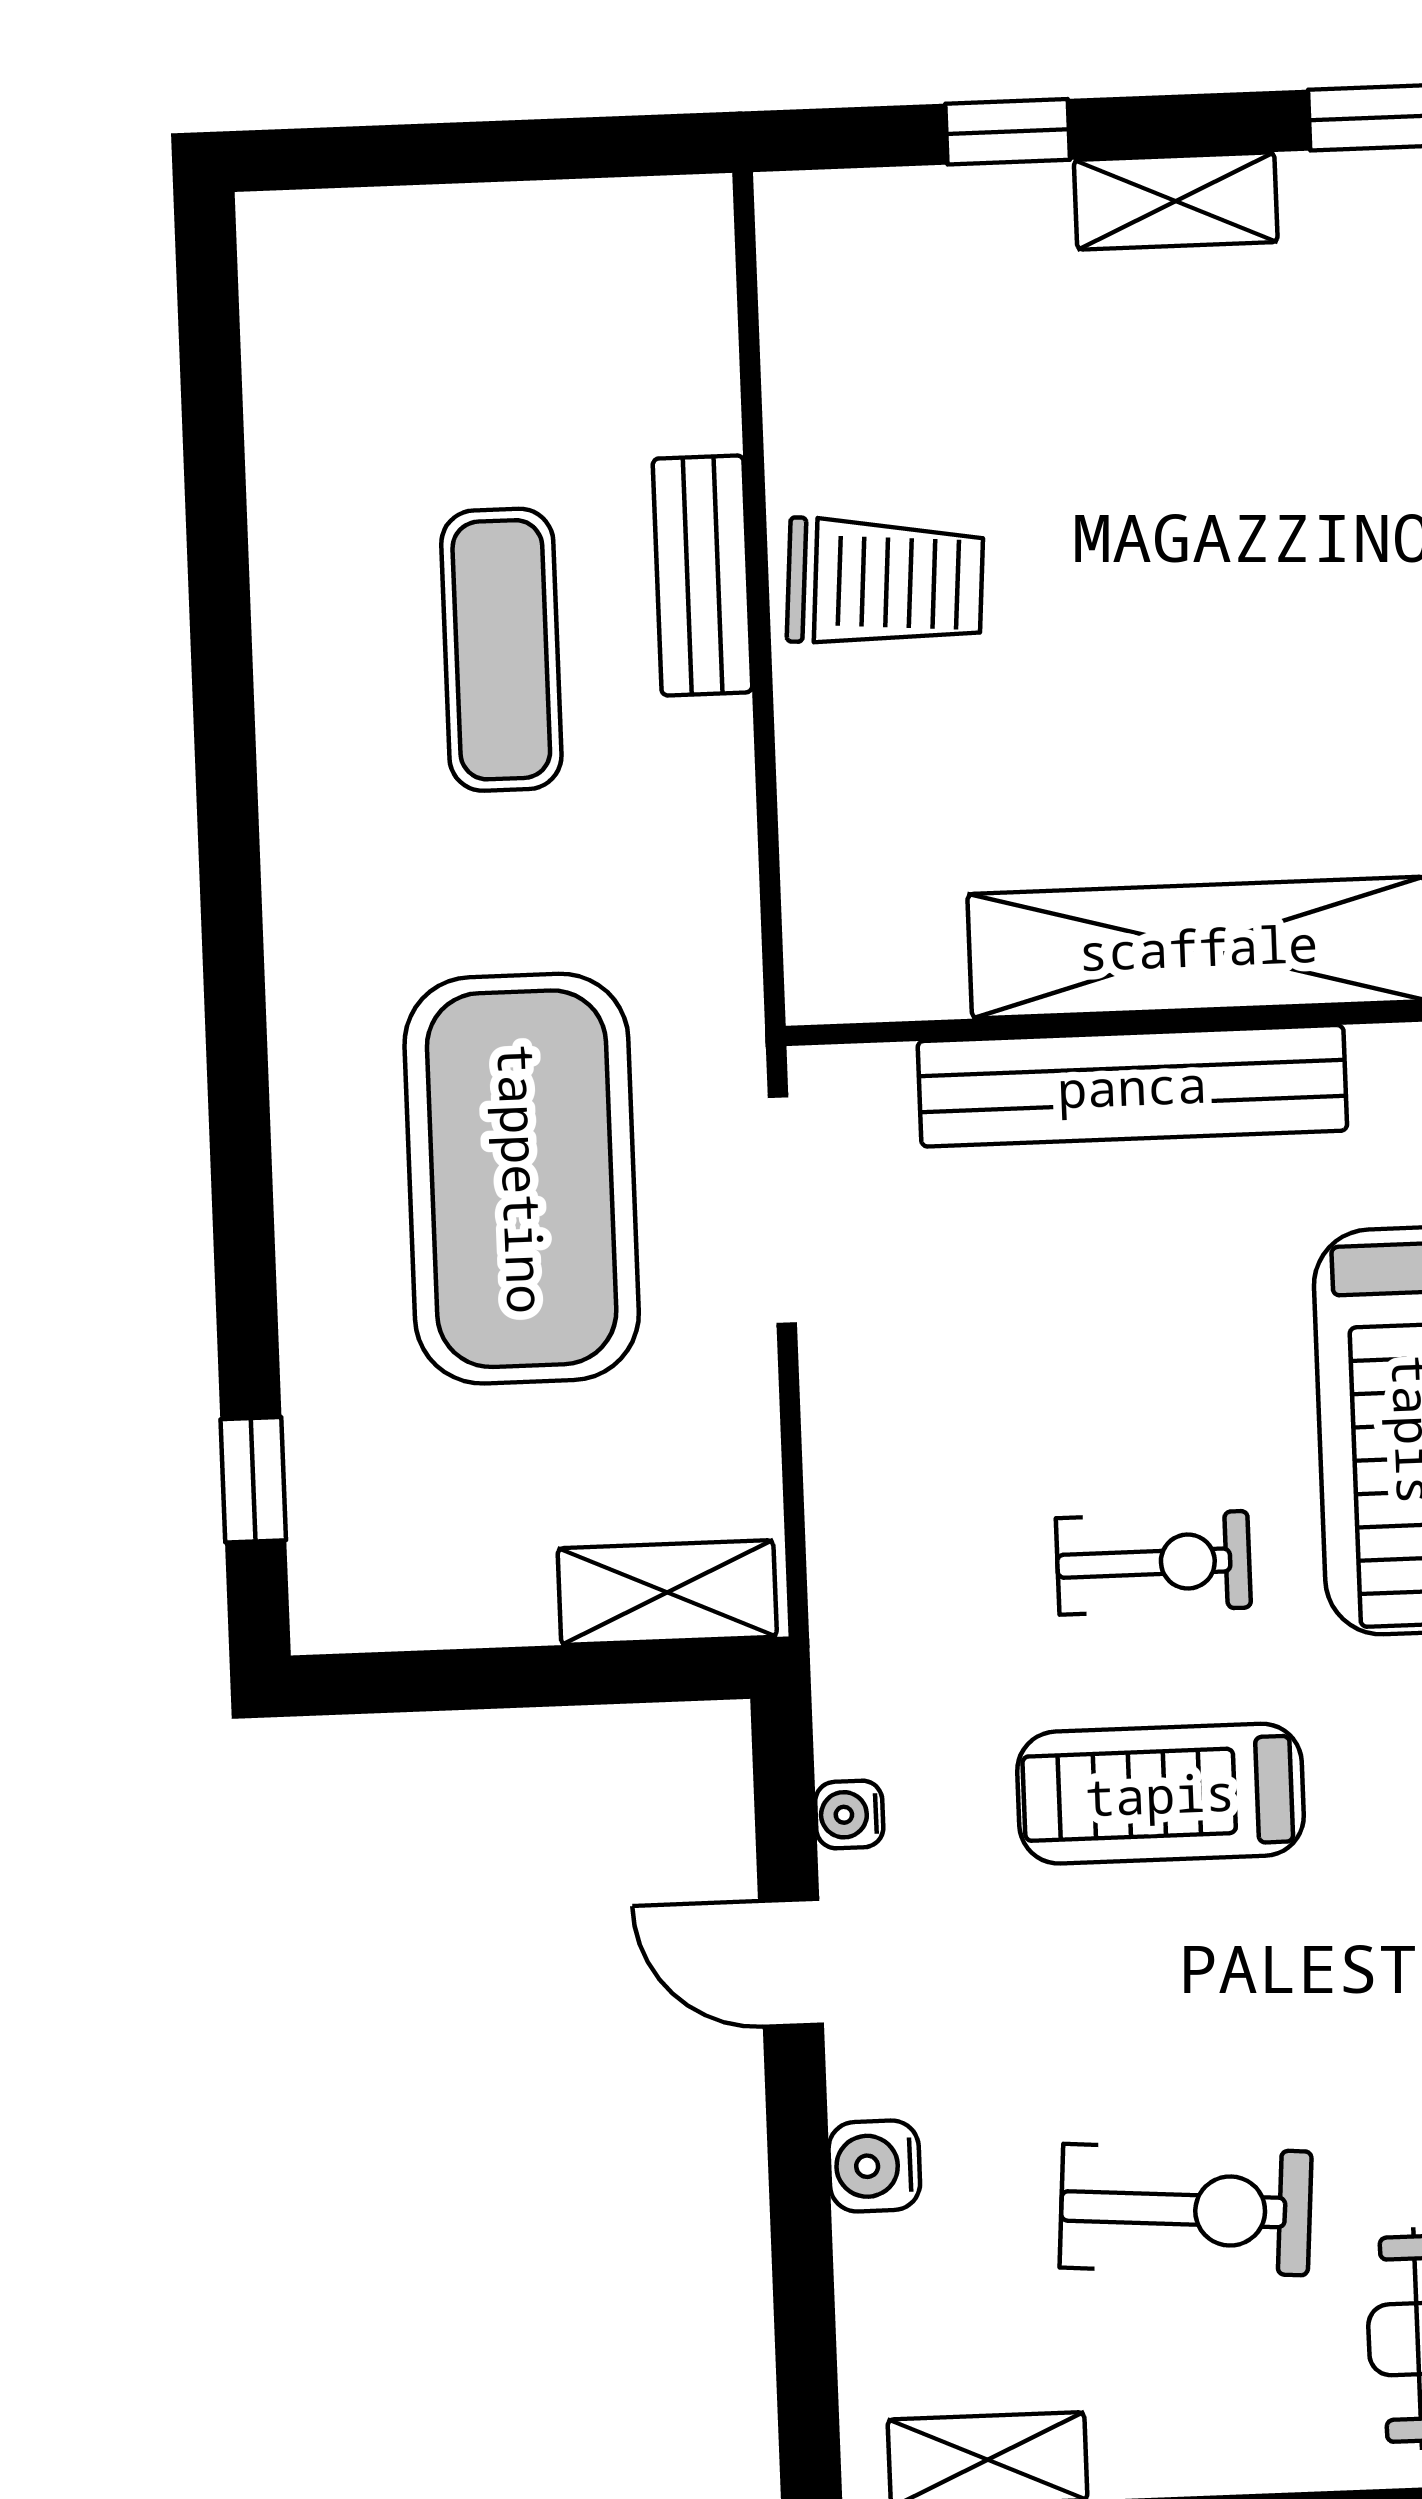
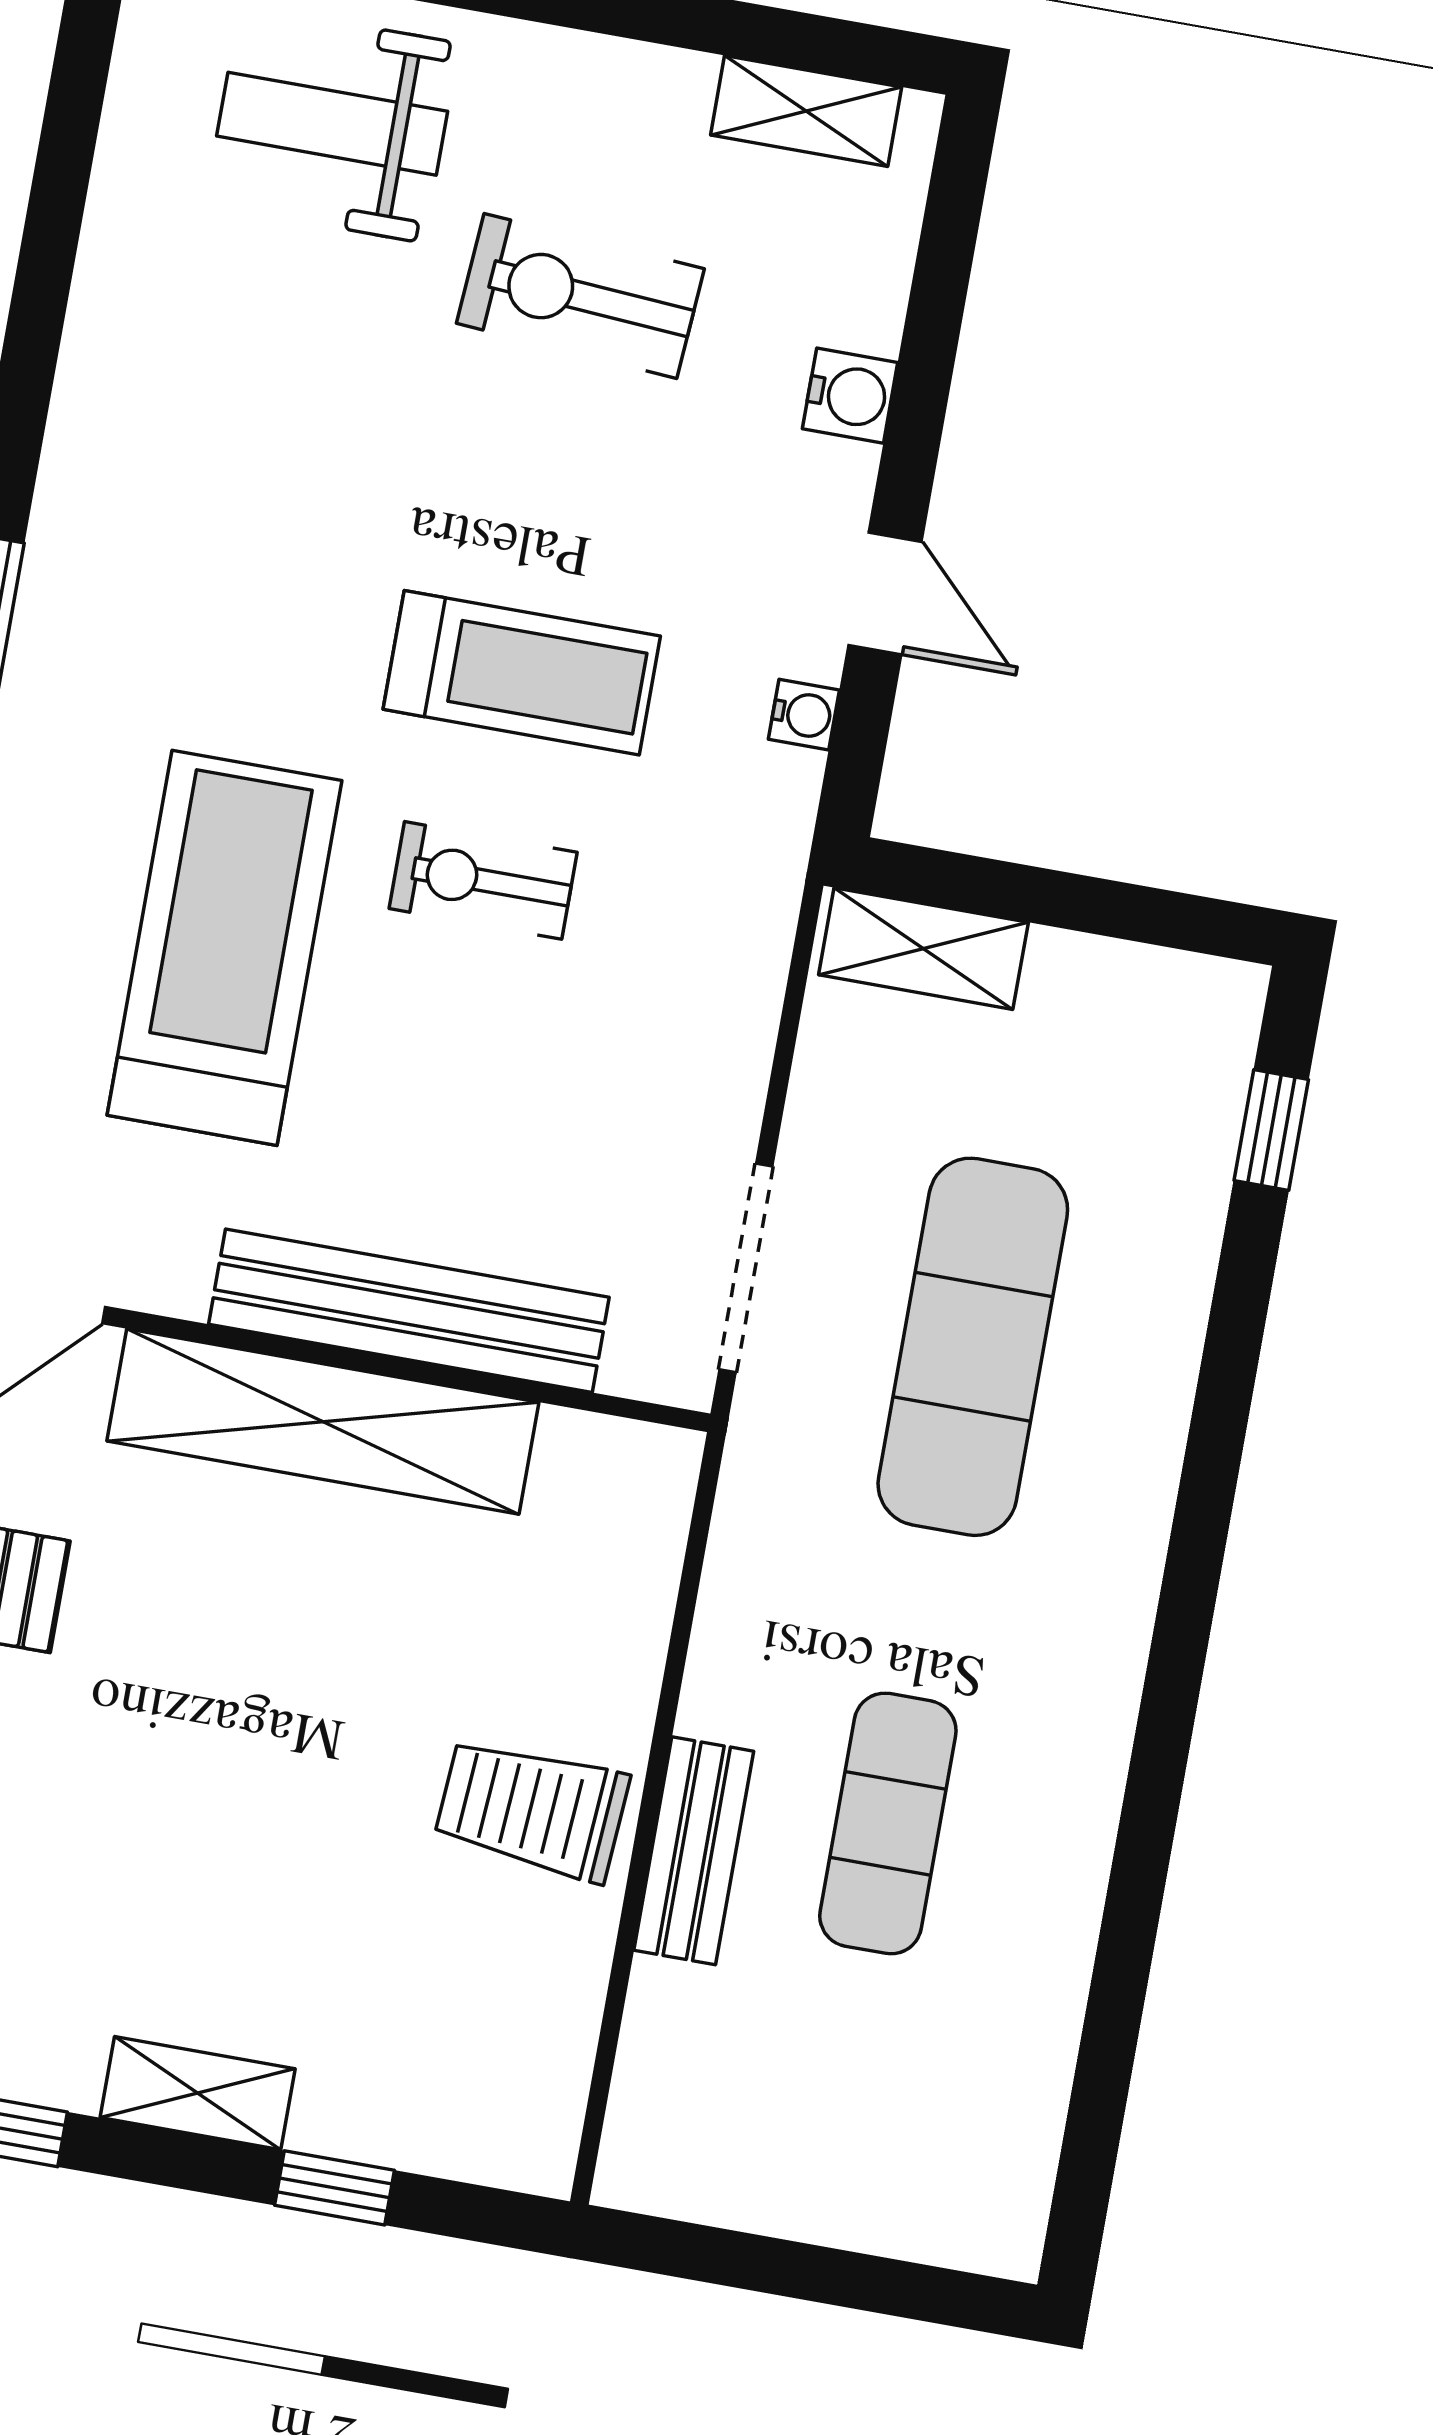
exercise mat: (522, 1179) -> (973, 1347), width x0.68

